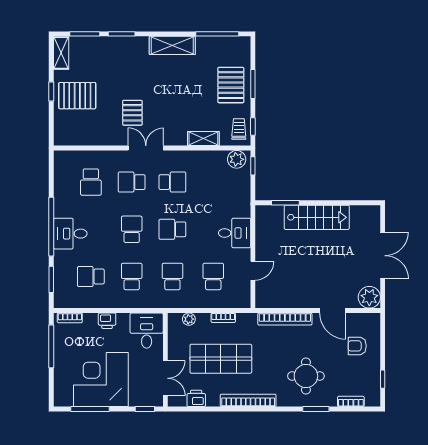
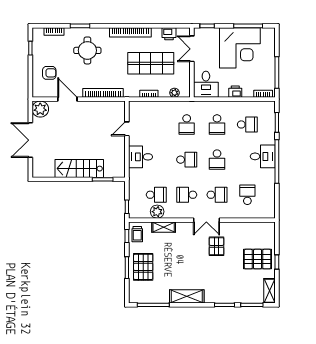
plant: (237, 159) -> (157, 212), moved
school desk: (213, 276) -> (156, 195), moved, turned -90

